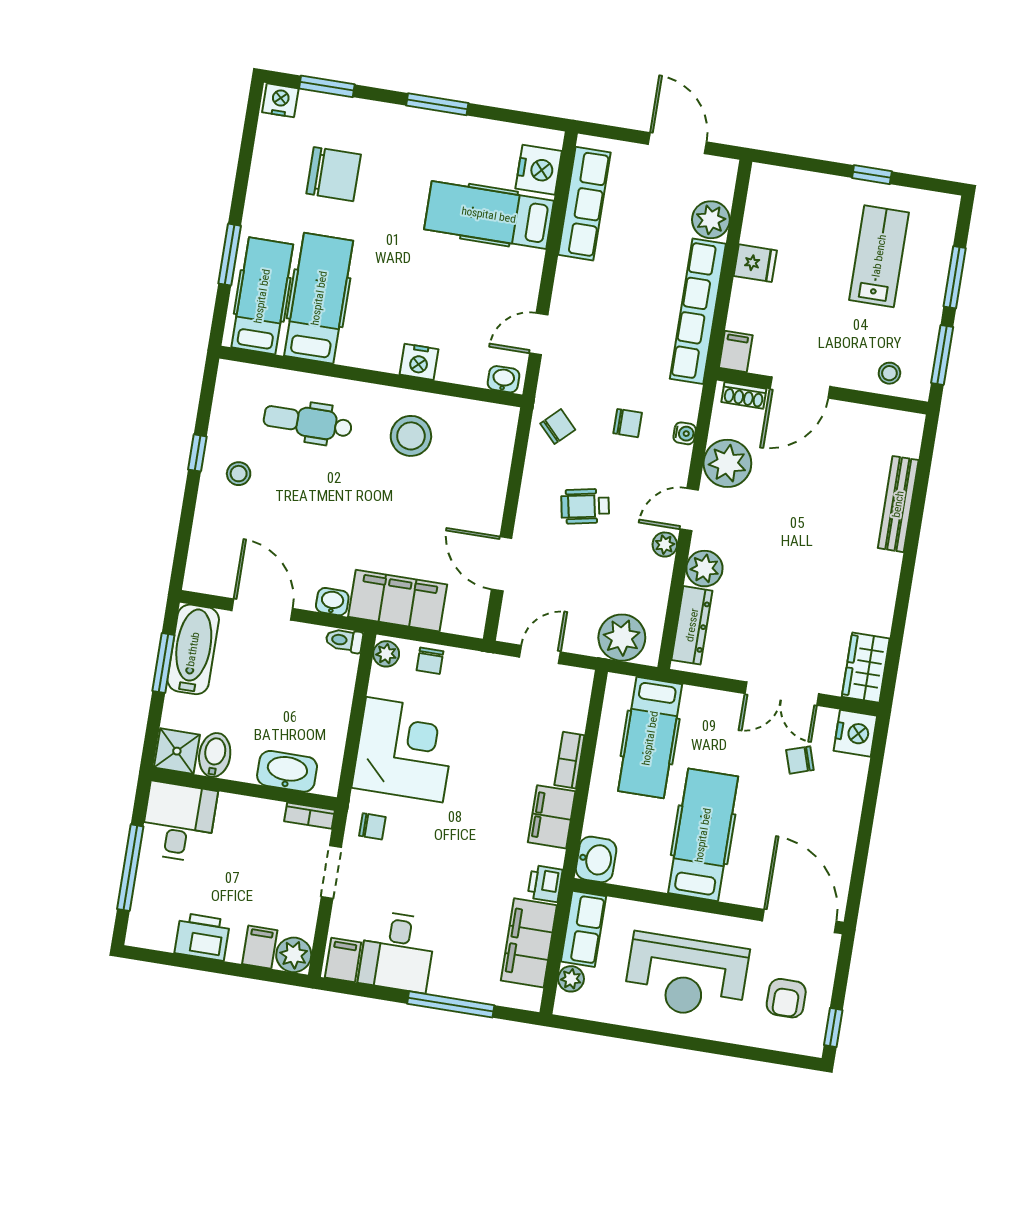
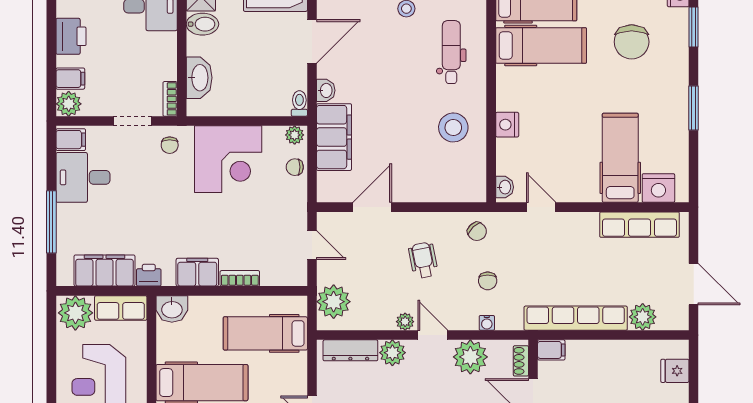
door: (677, 143) -> (694, 284), hinge flipped
fridge: (755, 263) -> (675, 371), moved, turned 90
plant: (571, 979) -> (75, 313), width x1.88, depth x1.88

